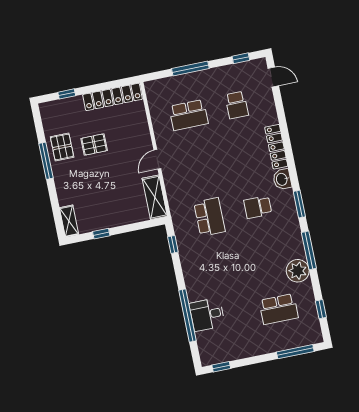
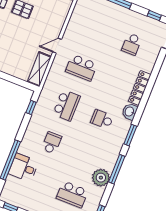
school desk: (189, 115) -> (81, 68), moved
school desk: (220, 268) -> (52, 143), added

